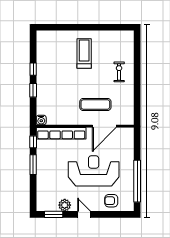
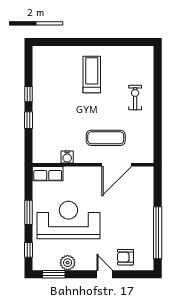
water cooler: (41, 120) -> (67, 157), moved
row of seats: (61, 133) -> (48, 174), width x0.50
window: (33, 142) -> (28, 250), moved
reception desk: (94, 171) -> (68, 220), moved
door: (84, 214) -> (105, 274), moved

